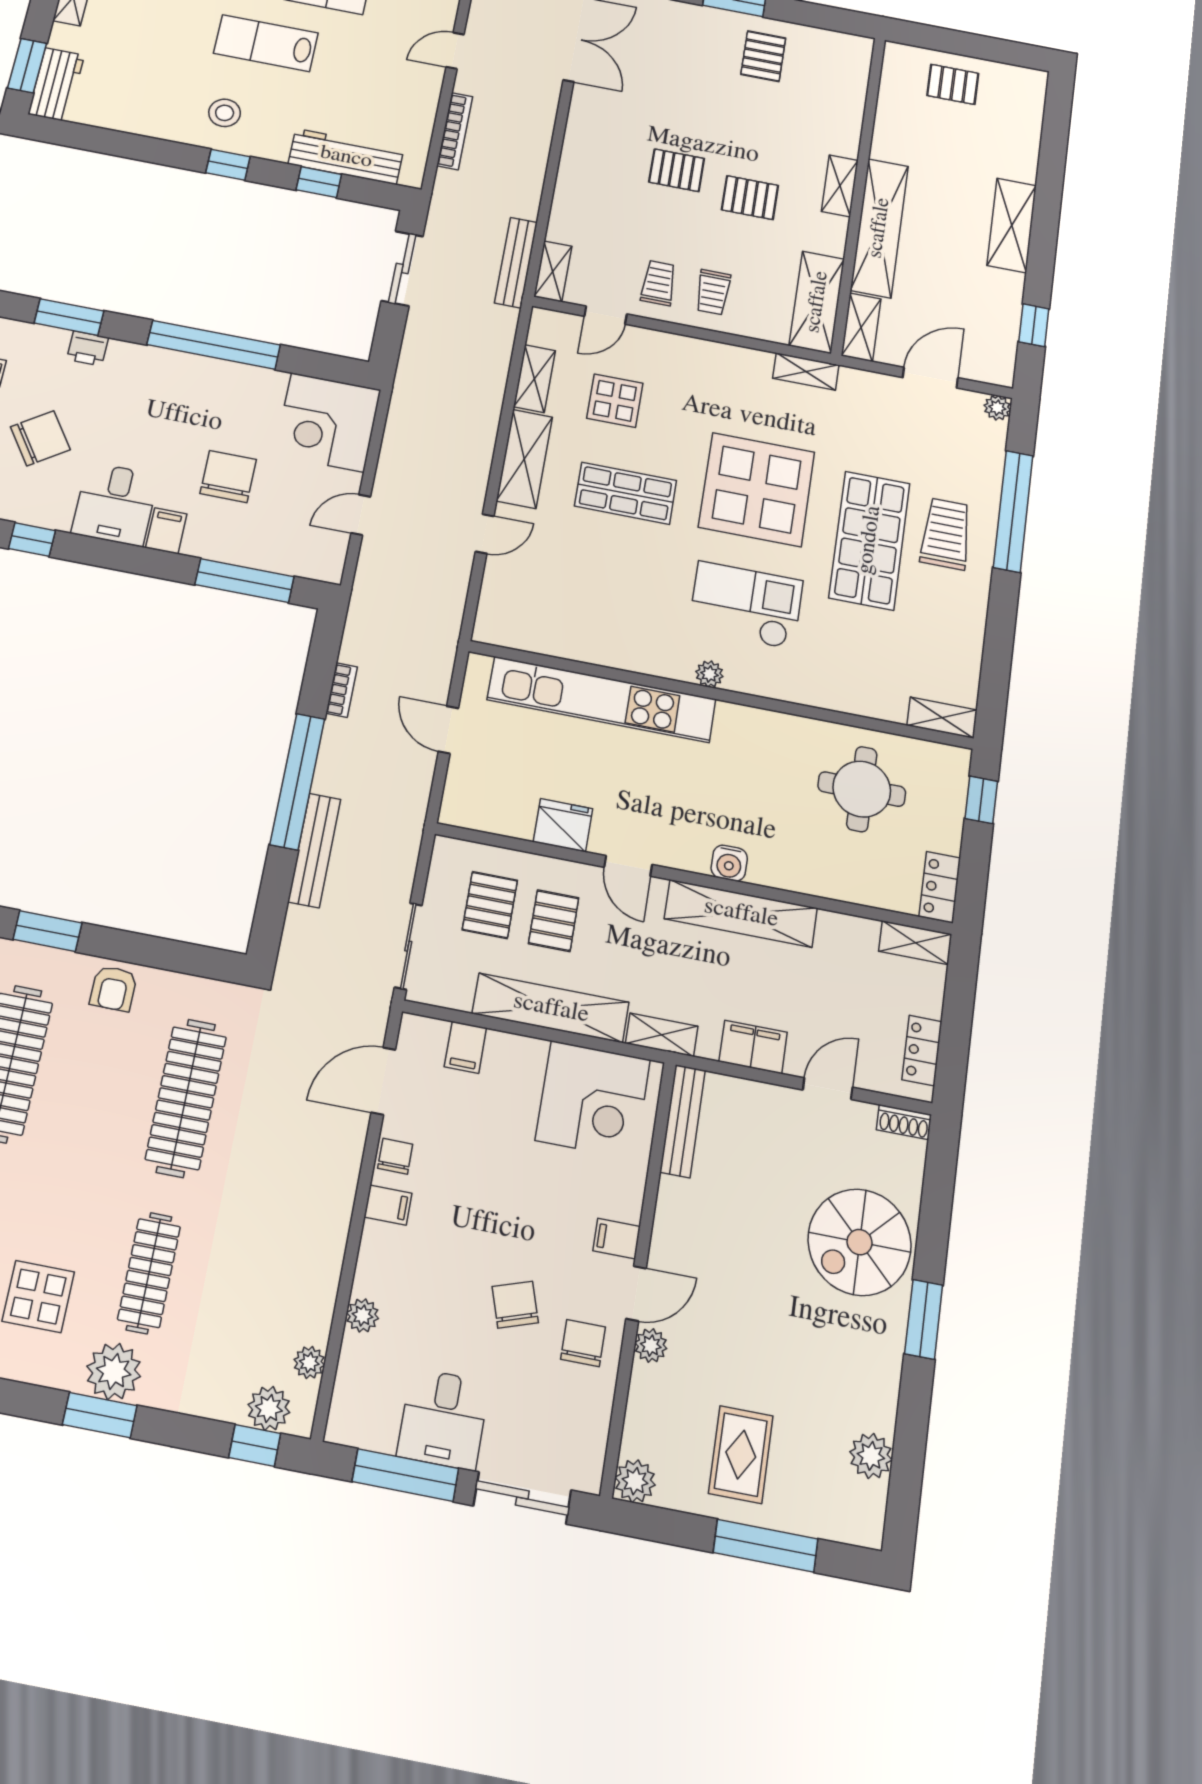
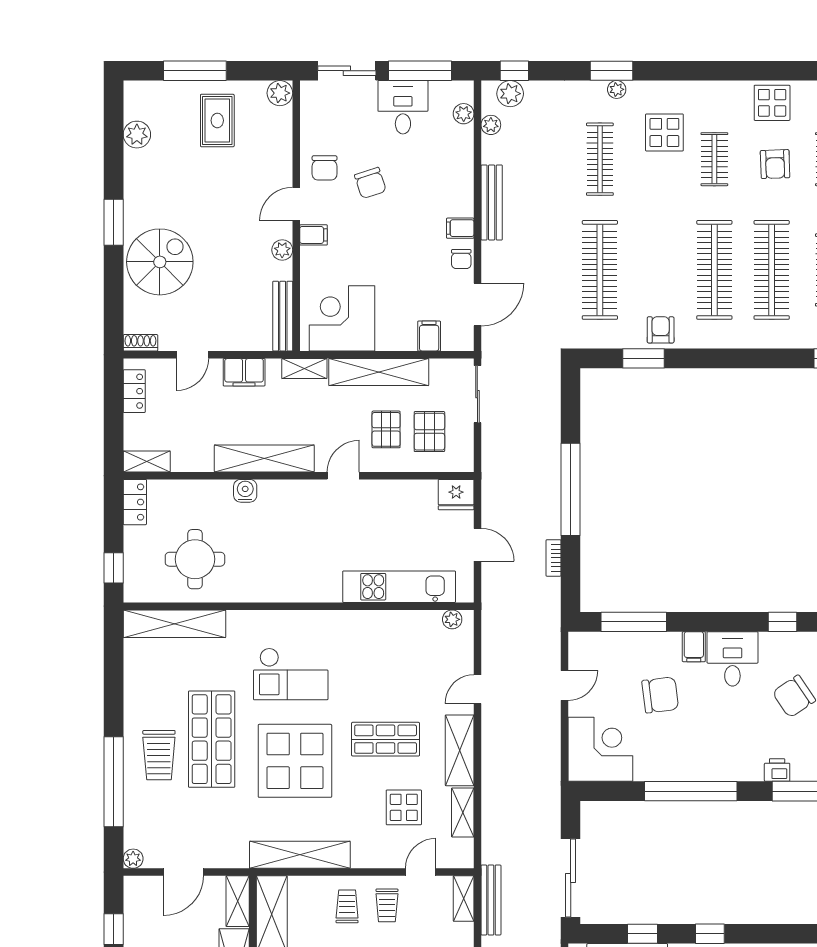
sliding door: (402, 268) -> (571, 878), width x1.37
shelving: (806, 372) -> (300, 855), width x2.20, depth x1.33
chair: (228, 476) -> (660, 695), turned -97
plant: (709, 674) -> (452, 619), moved
kitchen unit: (602, 699) -> (399, 587), width x0.73
shelving: (942, 718) -> (174, 624), width x2.20, depth x1.33
fridge: (563, 825) -> (456, 495), moved
bench: (314, 850) -> (492, 202), moved
water cooler: (729, 863) -> (245, 491), moved
door: (628, 866) -> (343, 476), hinge flipped
window: (47, 931) -> (643, 358), moved
plant: (362, 1315) -> (464, 114), moved
plant: (651, 1346) -> (282, 250), moved
plant: (114, 1371) -> (617, 89), width x0.53, depth x0.53

